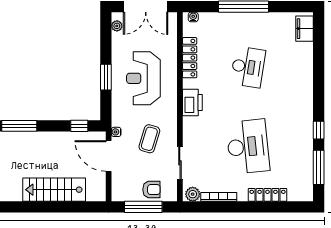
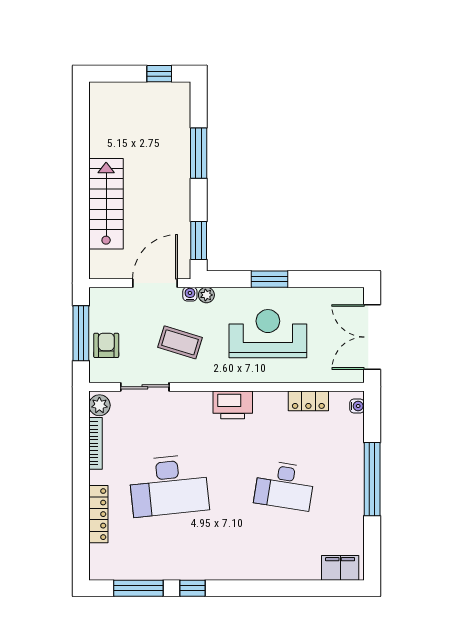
plant: (117, 26) -> (206, 295), moved
locker: (190, 58) -> (308, 401), width x0.66
window: (79, 126) -> (199, 240), width x1.50
armchair: (151, 190) -> (106, 345), turned 180

